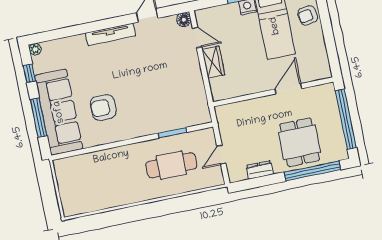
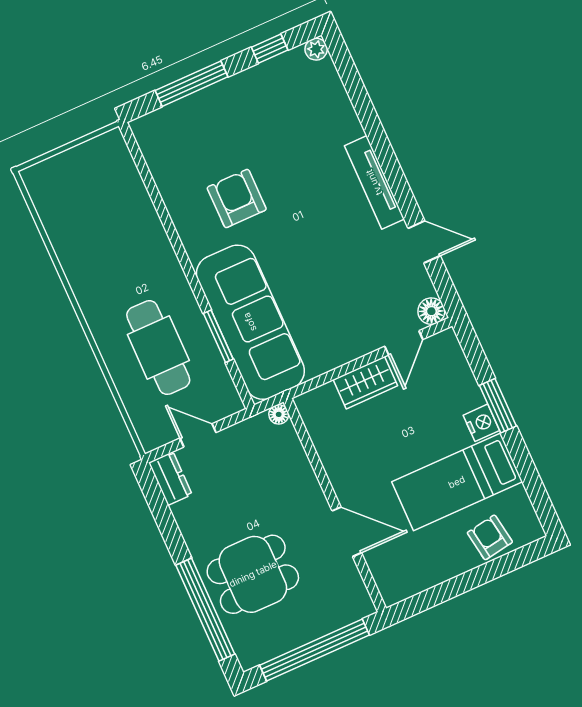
floor lamp: (220, 111) -> (279, 414), added
sofa: (59, 112) -> (250, 322), moved, turned -90
dresser: (260, 170) -> (170, 478), moved

